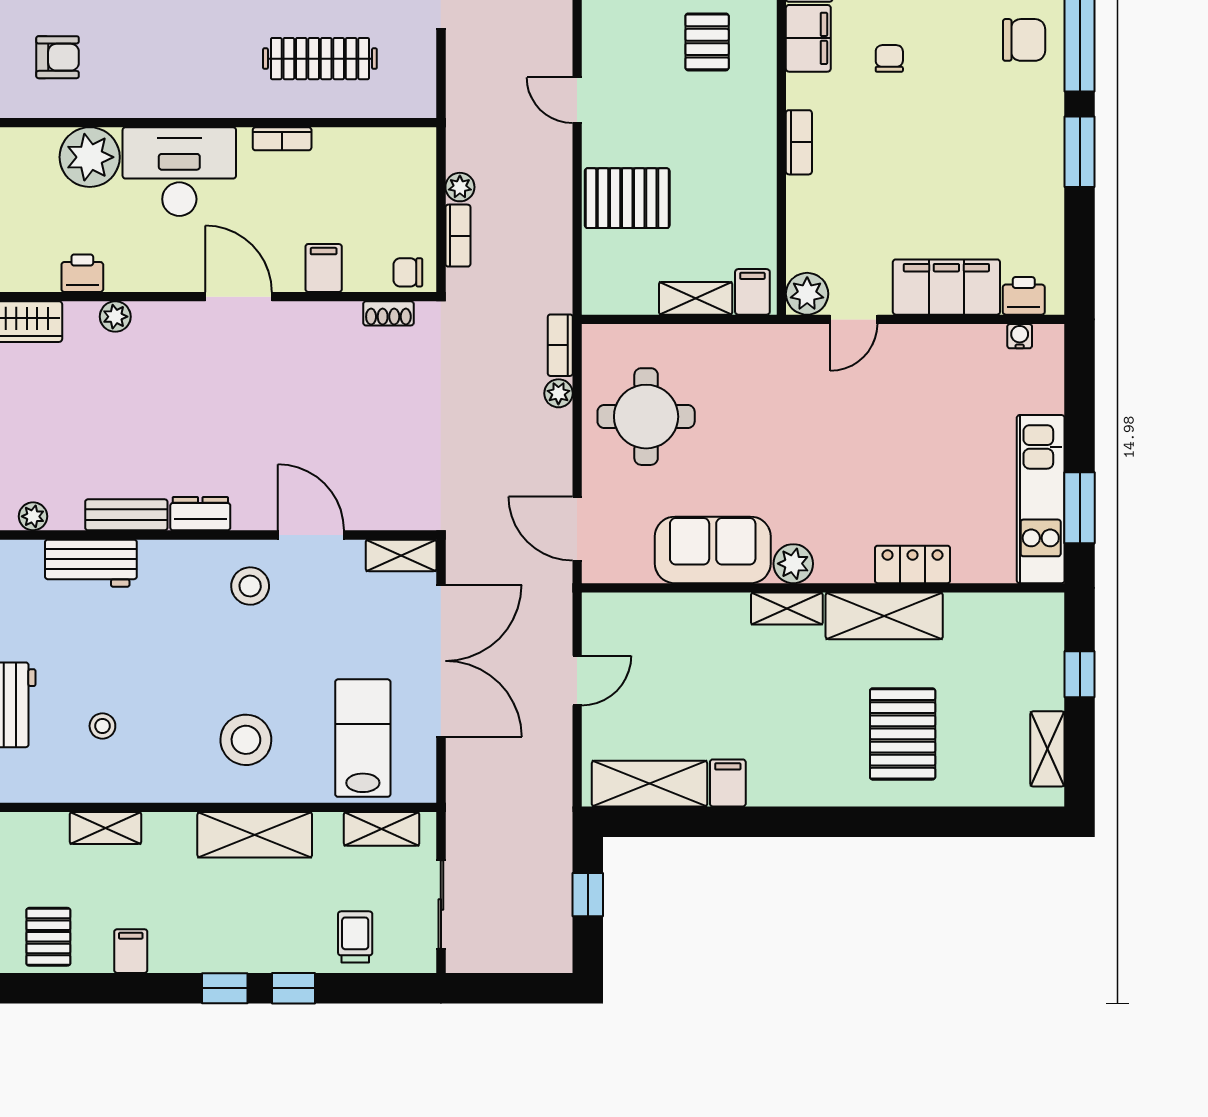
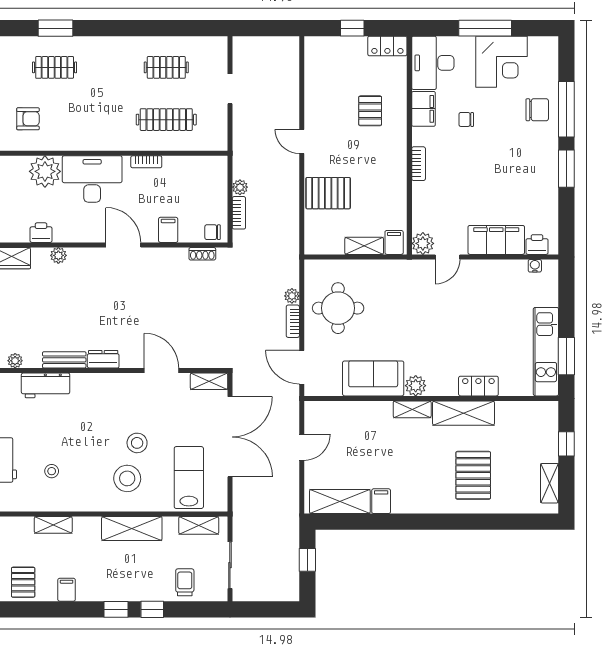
chair: (889, 58) -> (466, 119), turned -90
bookcase: (560, 345) -> (293, 321), moved
stool: (250, 586) -> (137, 443), moved

